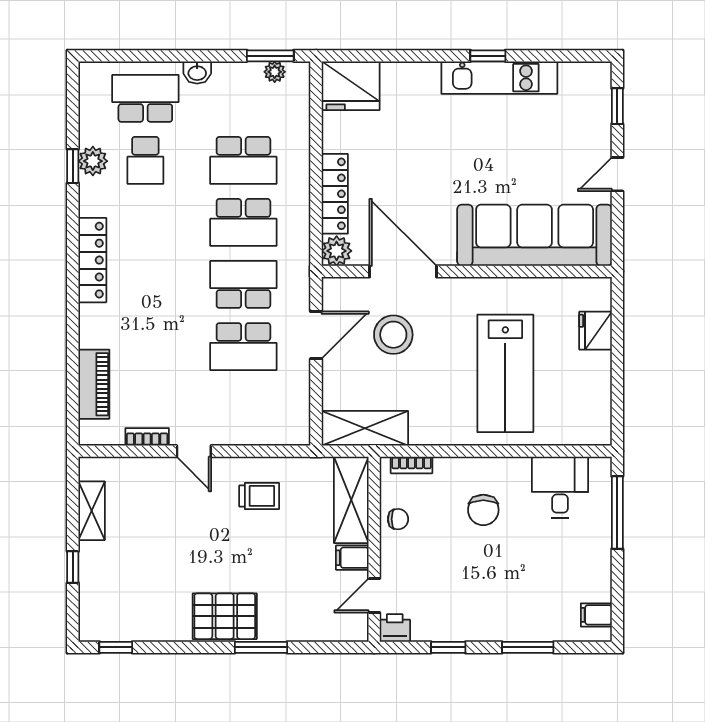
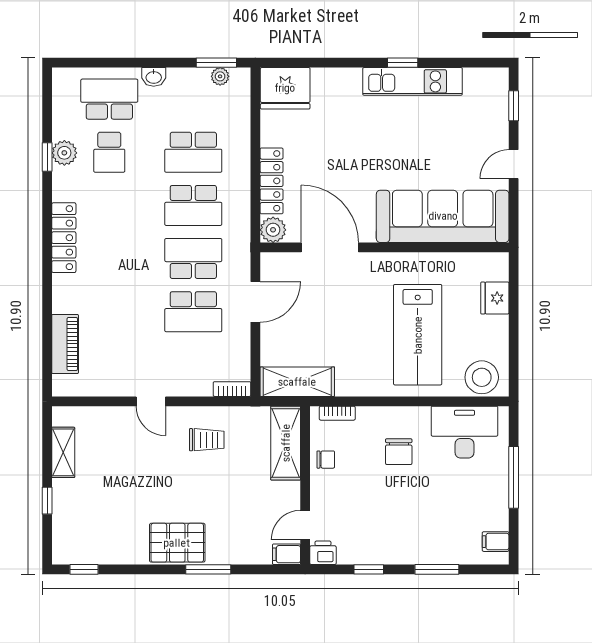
stool: (393, 335) -> (482, 377), moved
bookcase: (147, 437) -> (232, 389), moved
desk: (560, 487) -> (464, 432), width x1.37
window: (617, 513) -> (514, 477), moved
filing cabinet: (352, 558) -> (287, 554), moved

